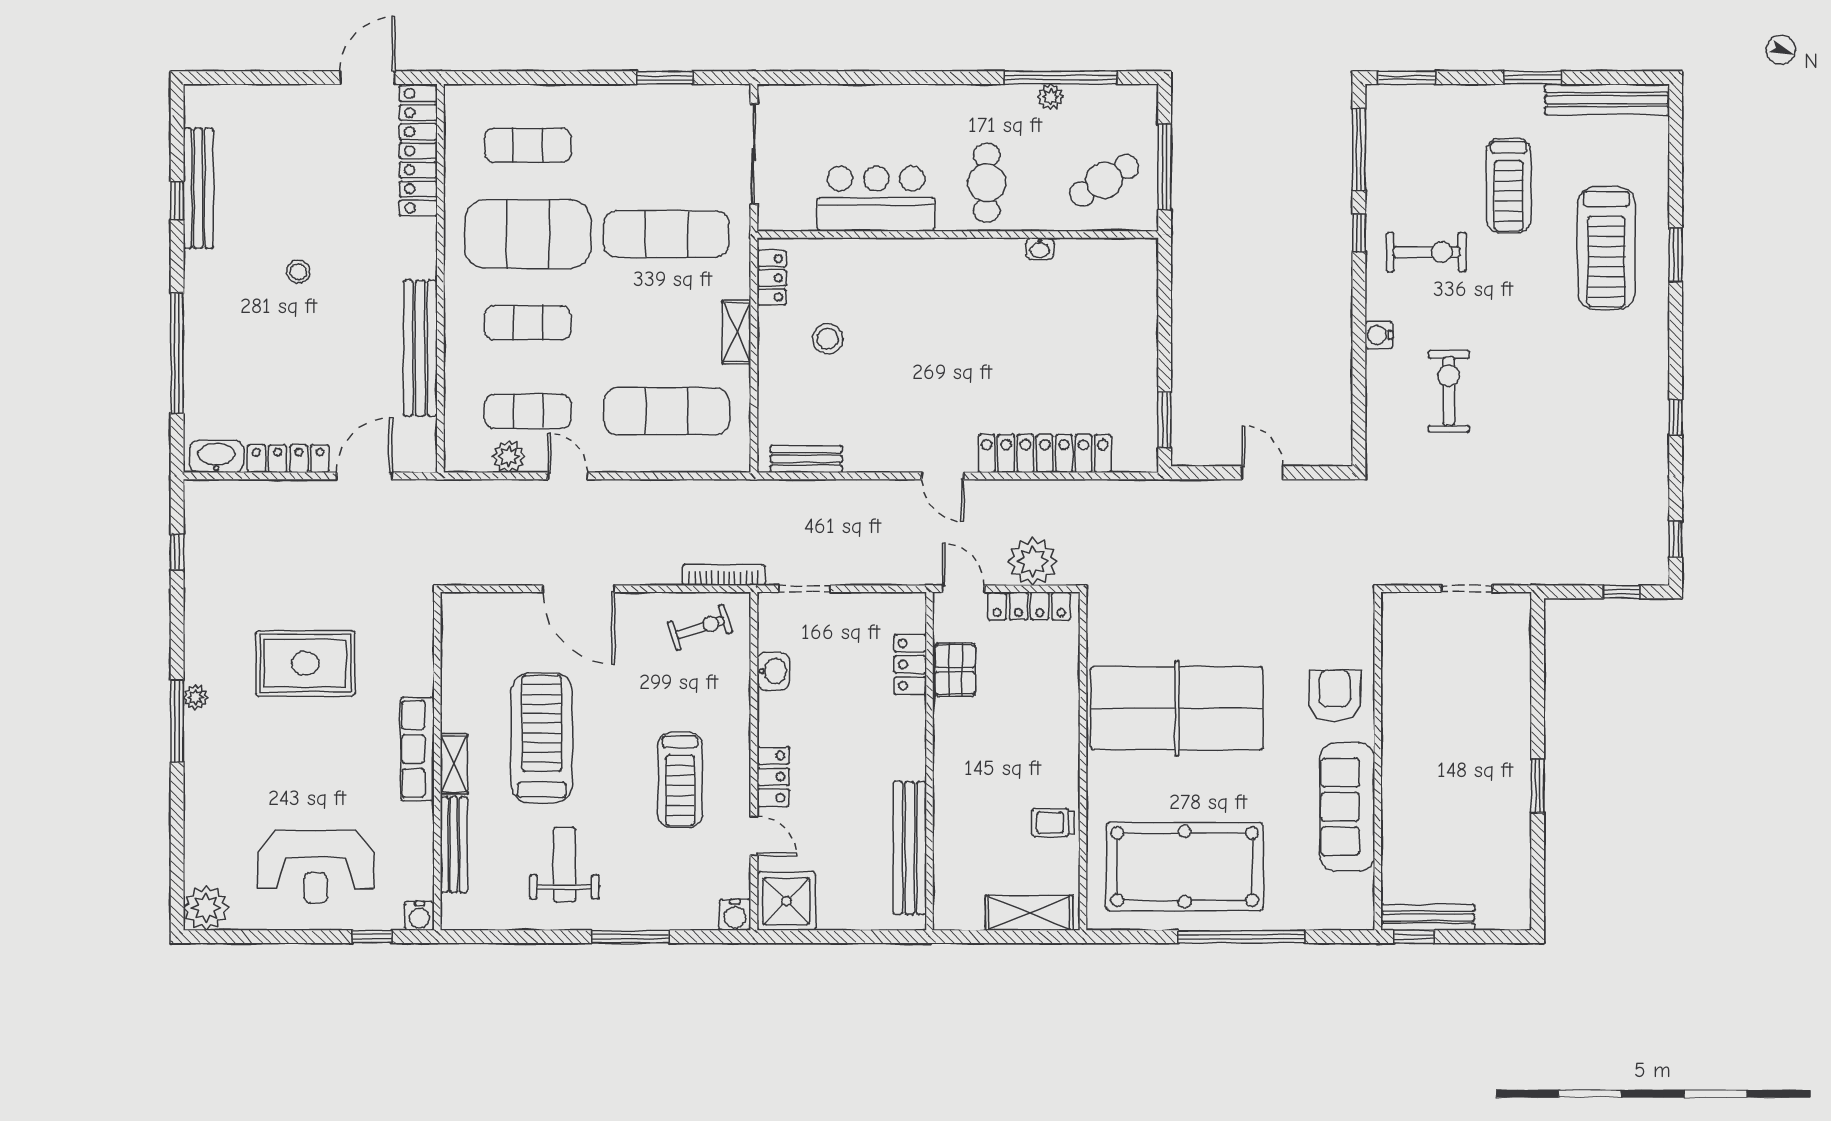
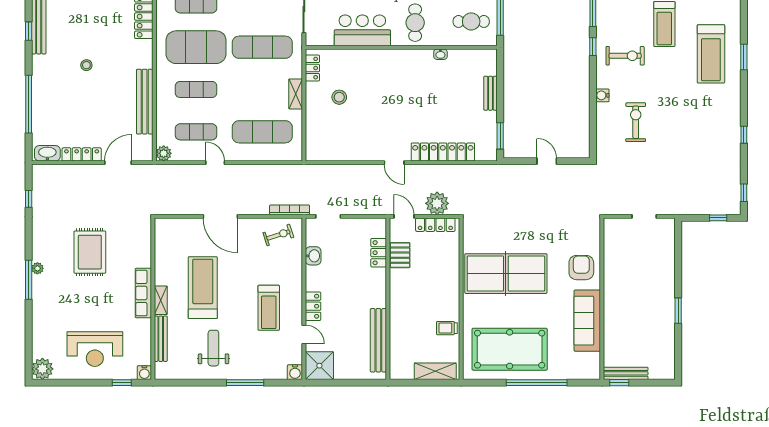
cafe table: (1104, 180) -> (471, 21), turned 32
plant: (509, 456) -> (164, 153), moved
bench: (806, 459) -> (490, 93), moved, turned 90
rug: (305, 663) -> (90, 252), turned 90

